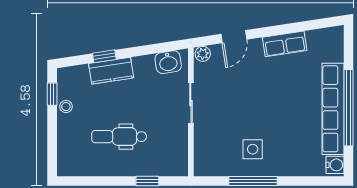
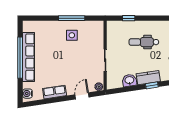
washbasin: (168, 62) -> (129, 80), moved
dental chair: (119, 137) -> (144, 42), turned 180
water cooler: (335, 165) -> (27, 94), moved

